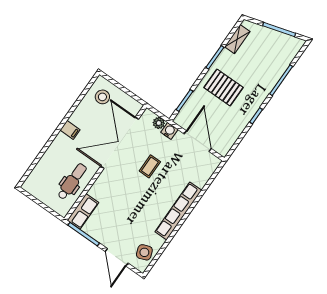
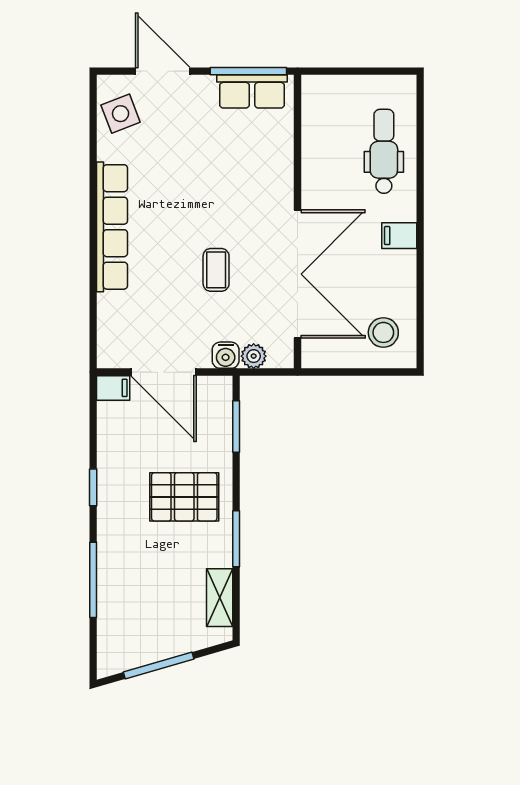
filing cabinet: (221, 149) -> (113, 388), added
dental chair: (72, 181) -> (384, 151), moved, turned 180
row of seats: (83, 211) -> (252, 91), moved, turned -90

